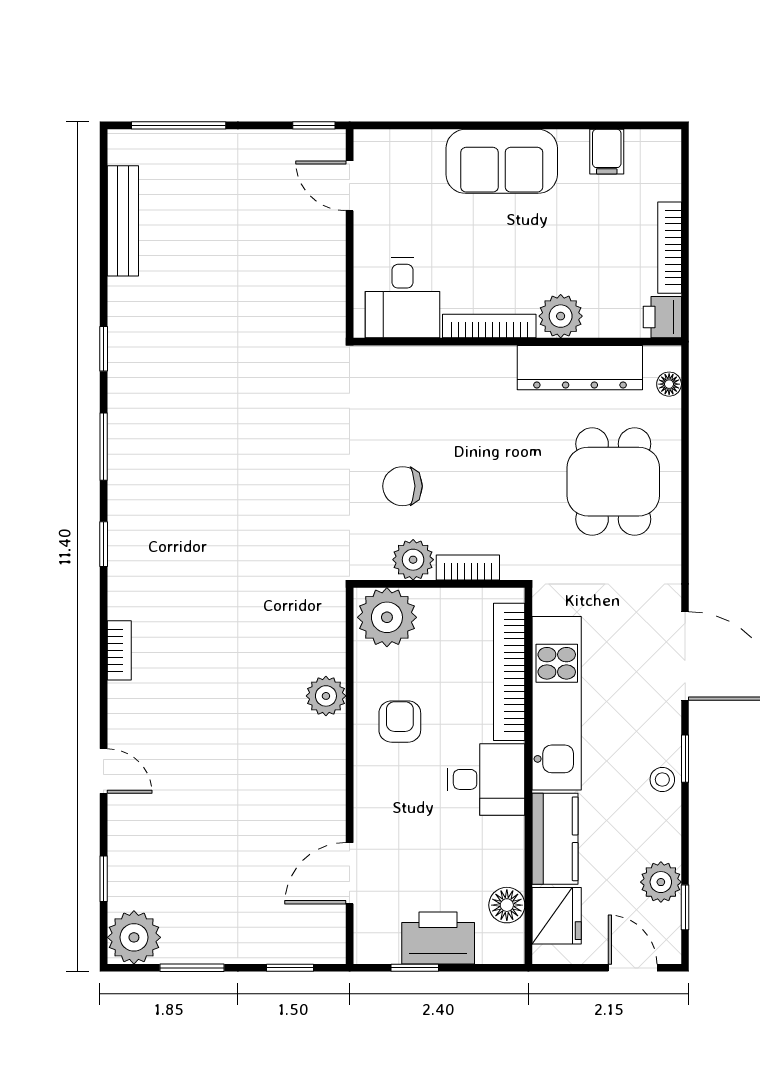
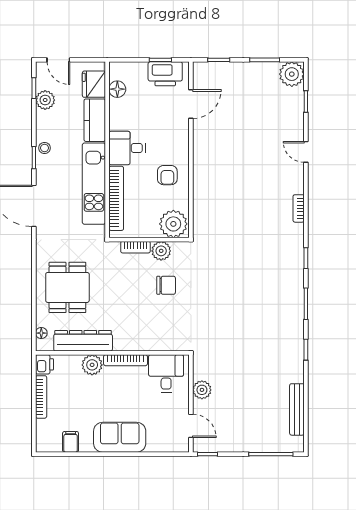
plant: (326, 696) -> (202, 390), moved
printer: (438, 938) -> (165, 74), moved

